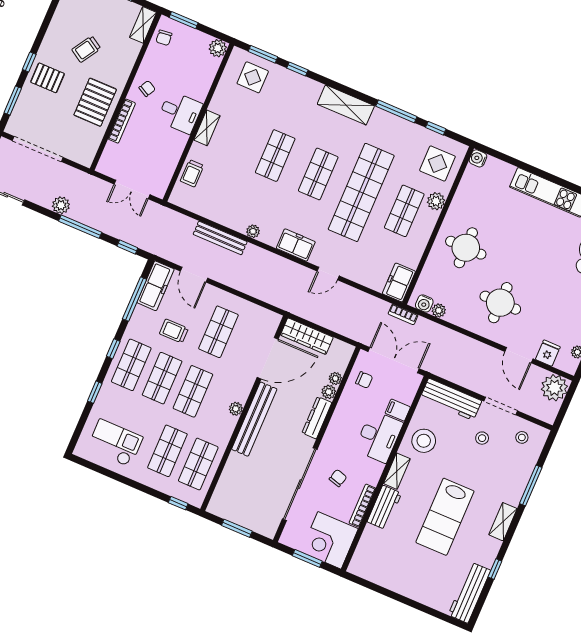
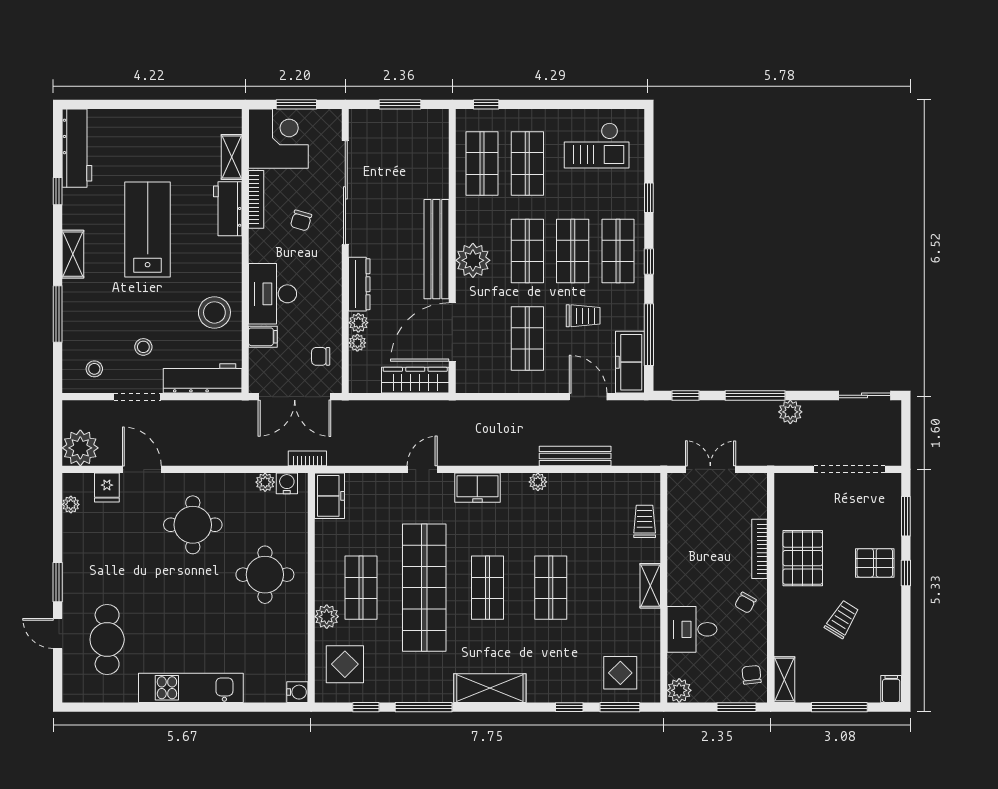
desk: (180, 112) -> (692, 629), moved
plant: (236, 409) -> (473, 260), width x1.87, depth x1.87
shelving: (397, 471) -> (232, 157), moved

